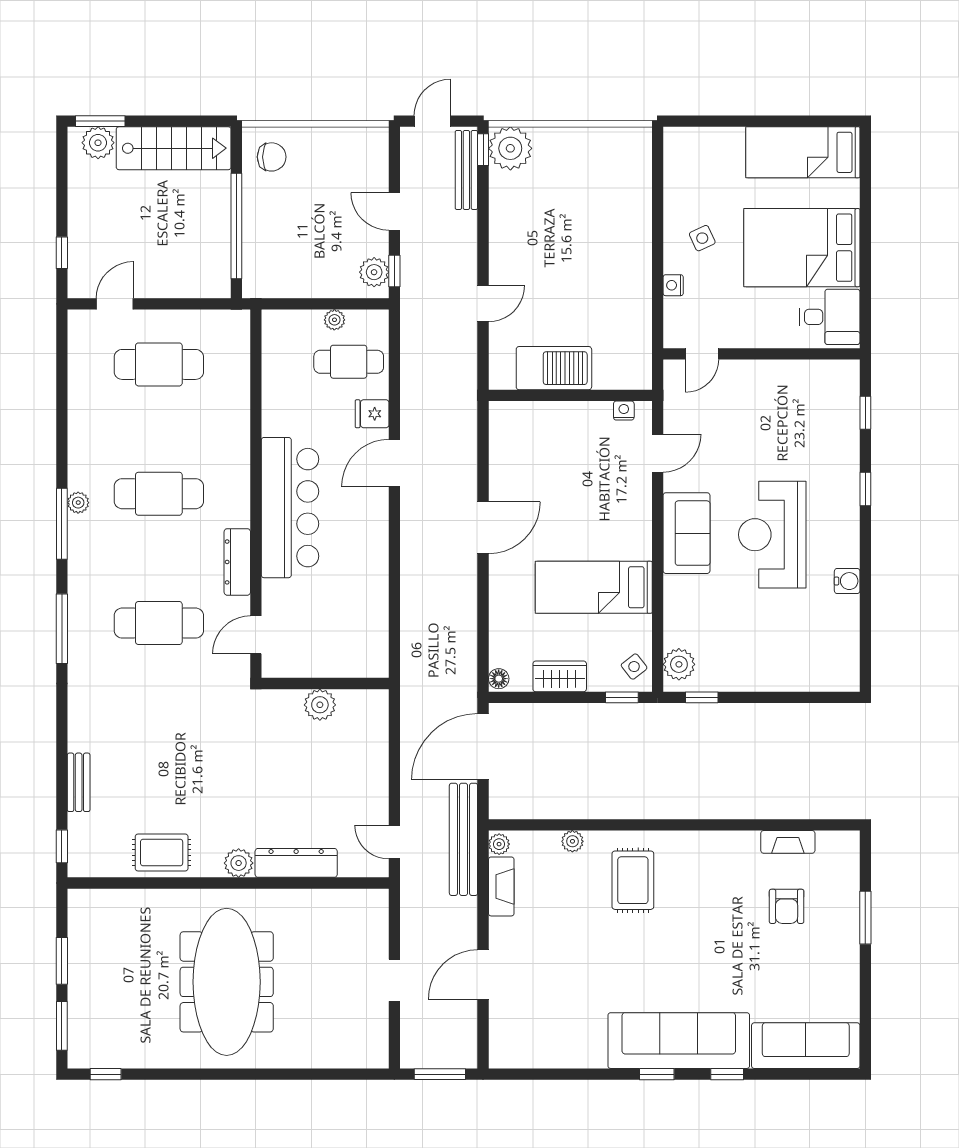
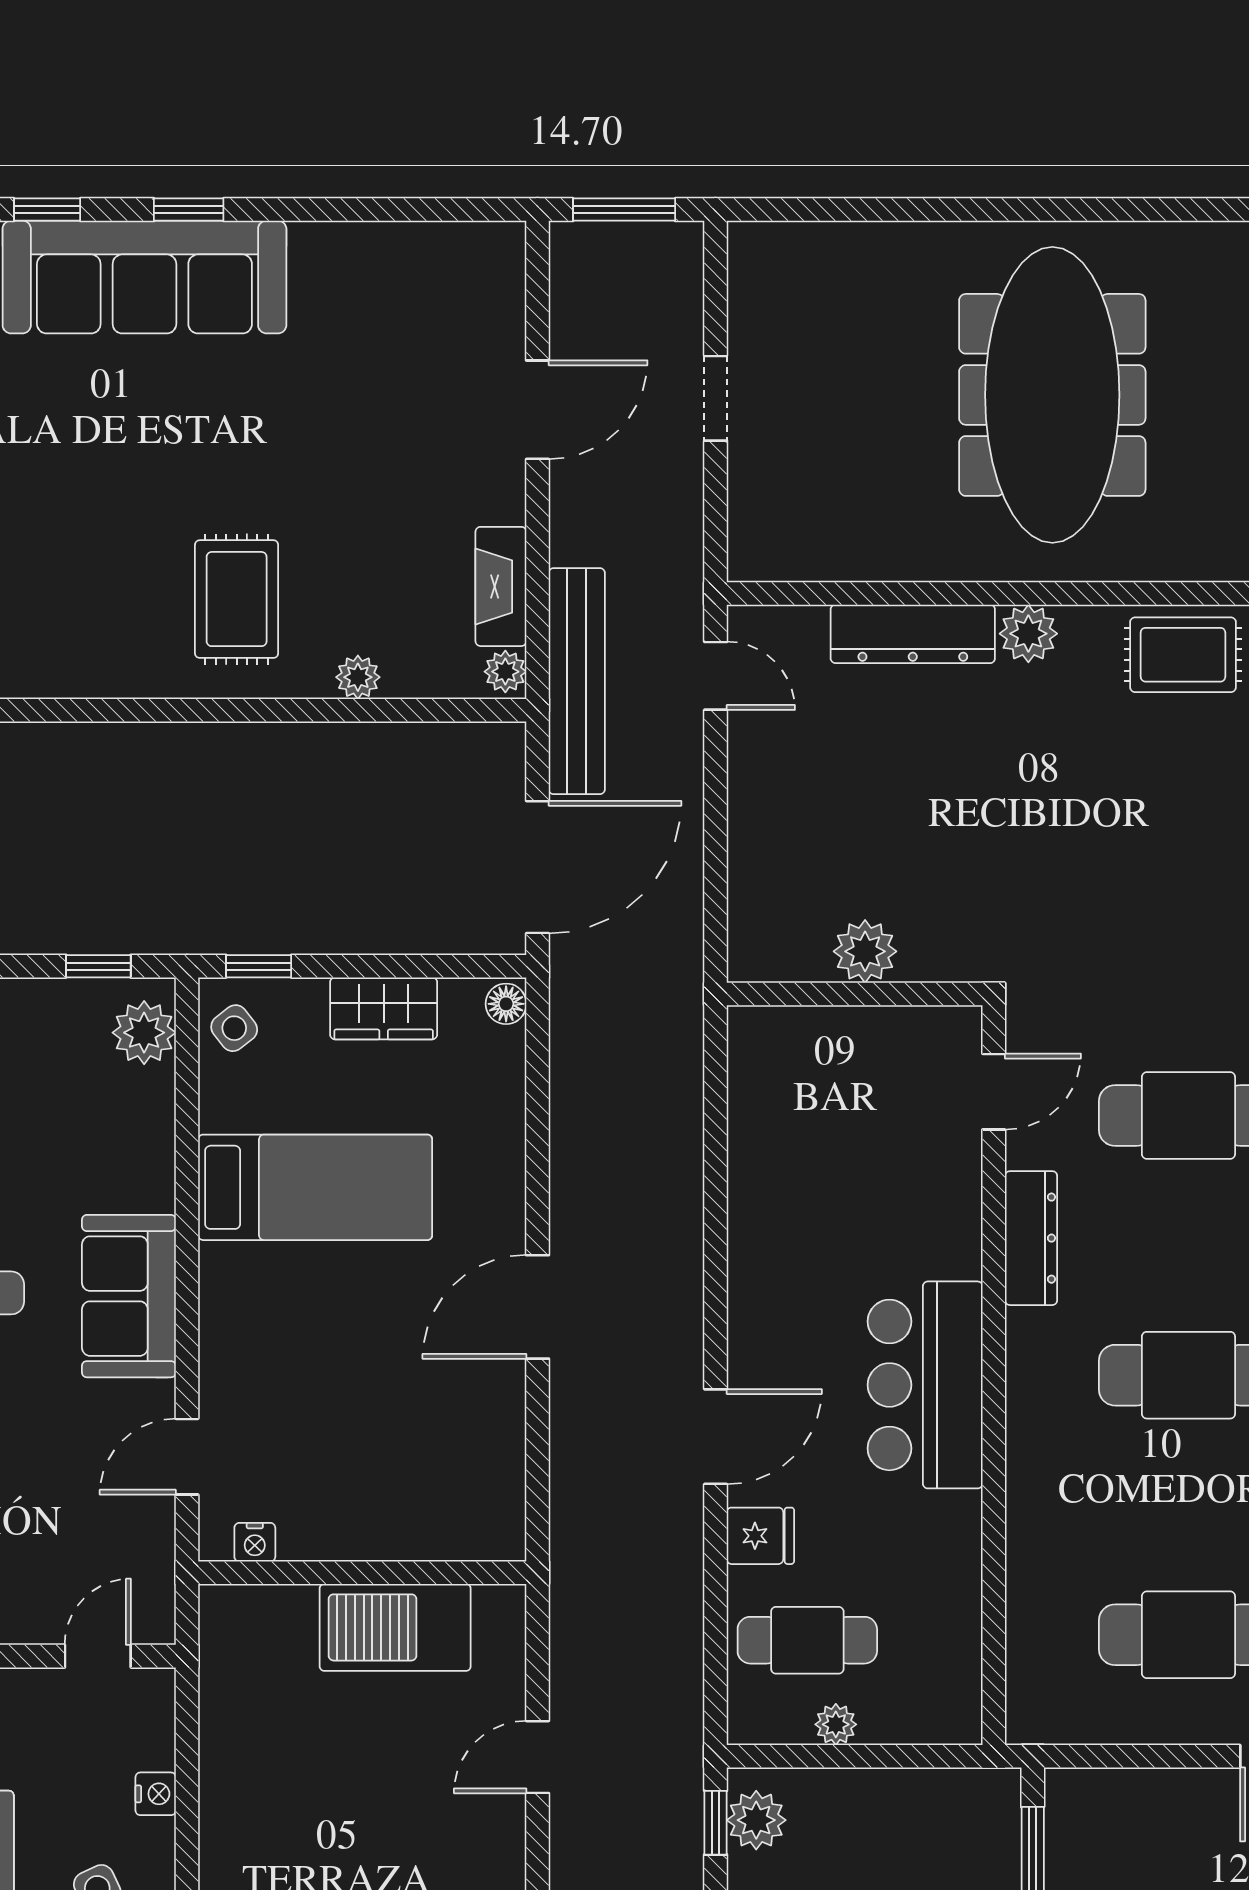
bar counter: (290, 508) -> (925, 1385), width x0.73

